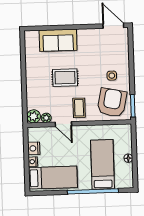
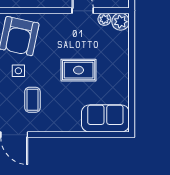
sofa: (58, 40) -> (105, 118), moved
coffee table: (79, 108) -> (32, 100), moved

